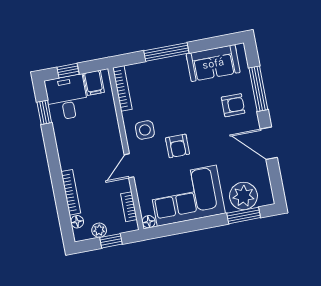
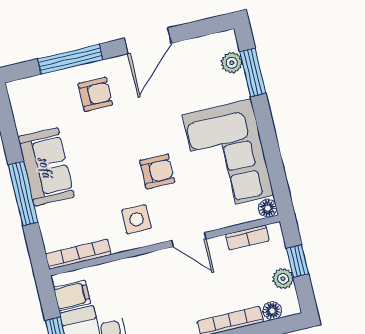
sofa: (213, 63) -> (46, 167), moved
armchair: (233, 105) -> (95, 94), turned 90
plant: (243, 196) -> (232, 63), width x0.53, depth x0.53

